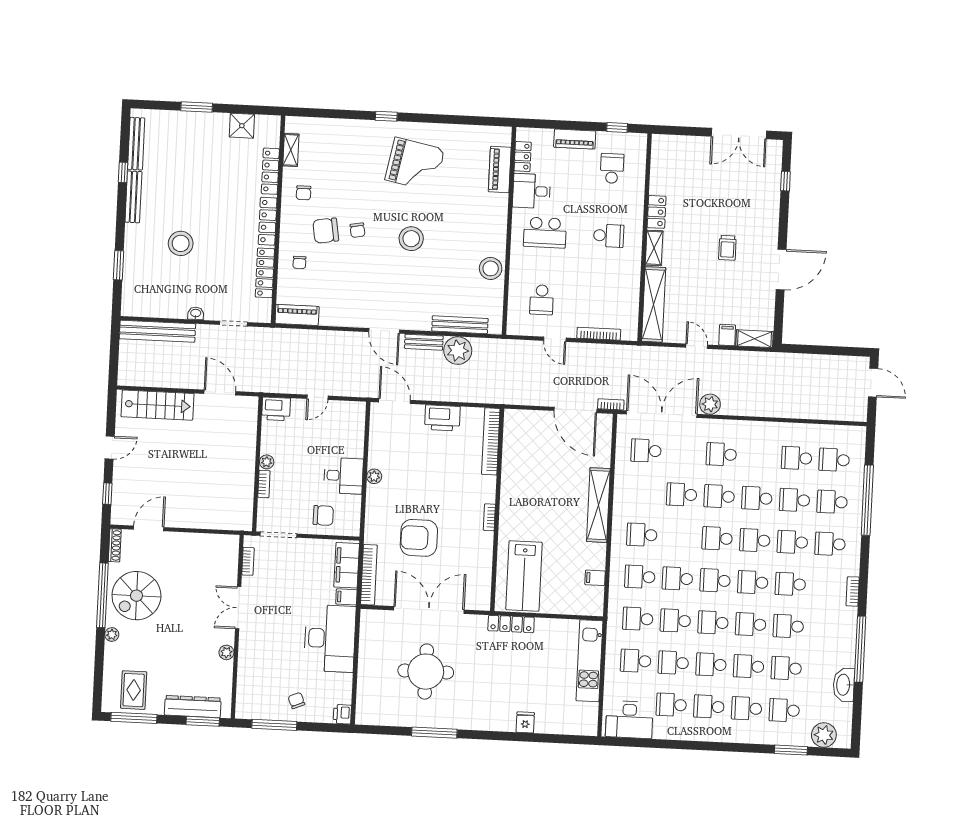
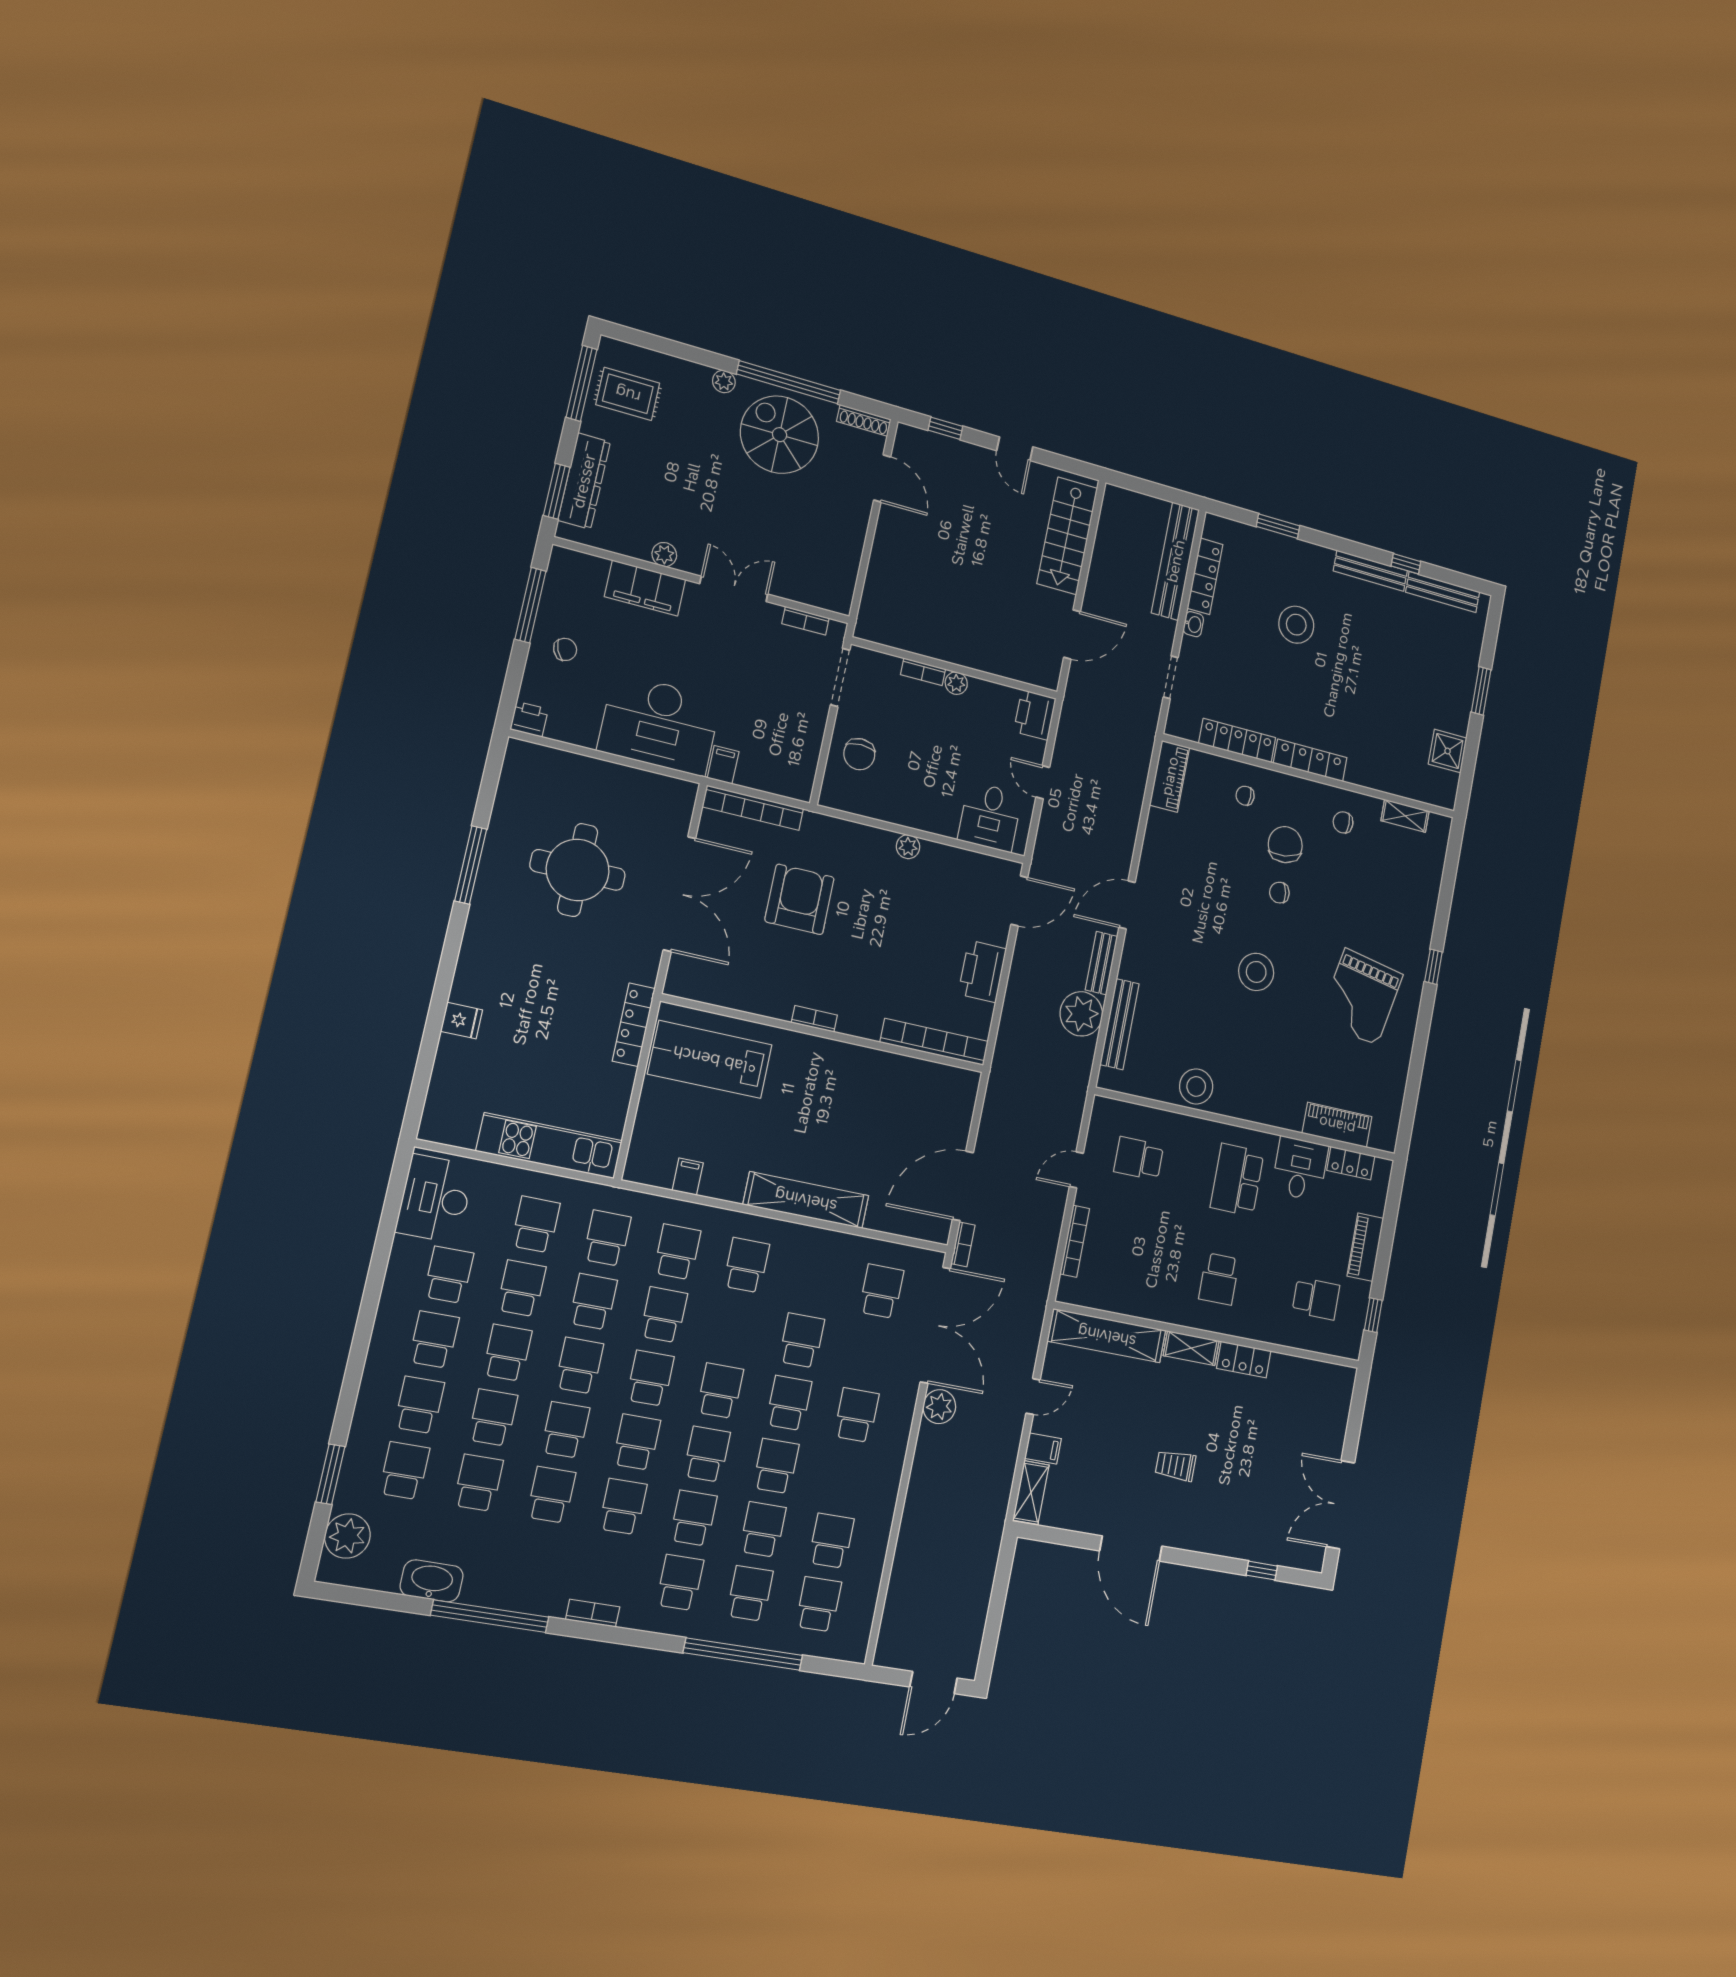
locker: (270, 171) -> (1205, 576), moved, turned 90
desk: (343, 476) -> (990, 817), moved
filing cabinet: (347, 565) -> (645, 588), moved, turned 180

